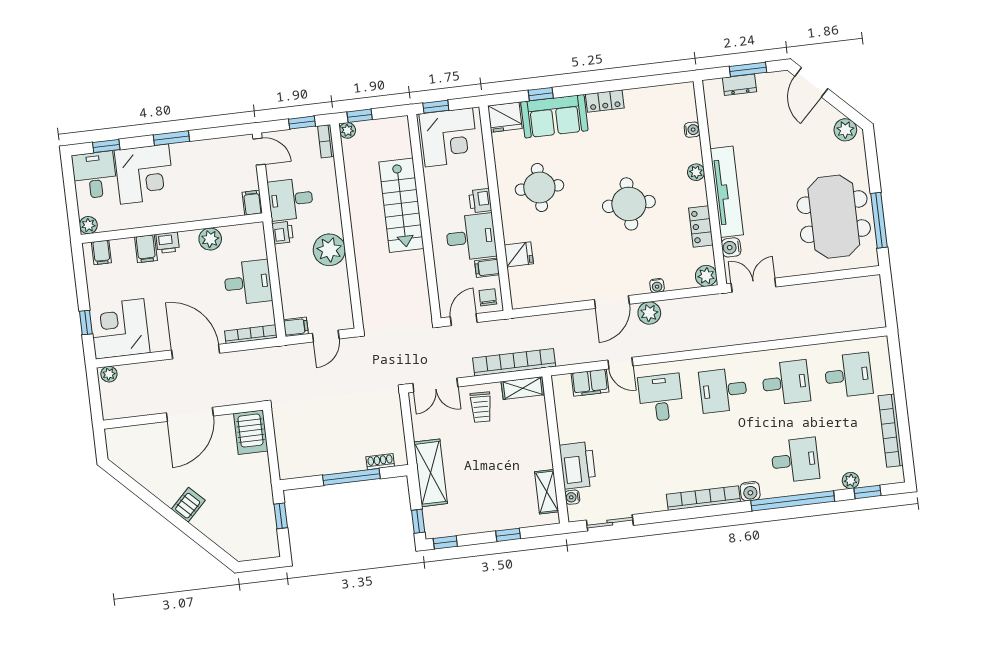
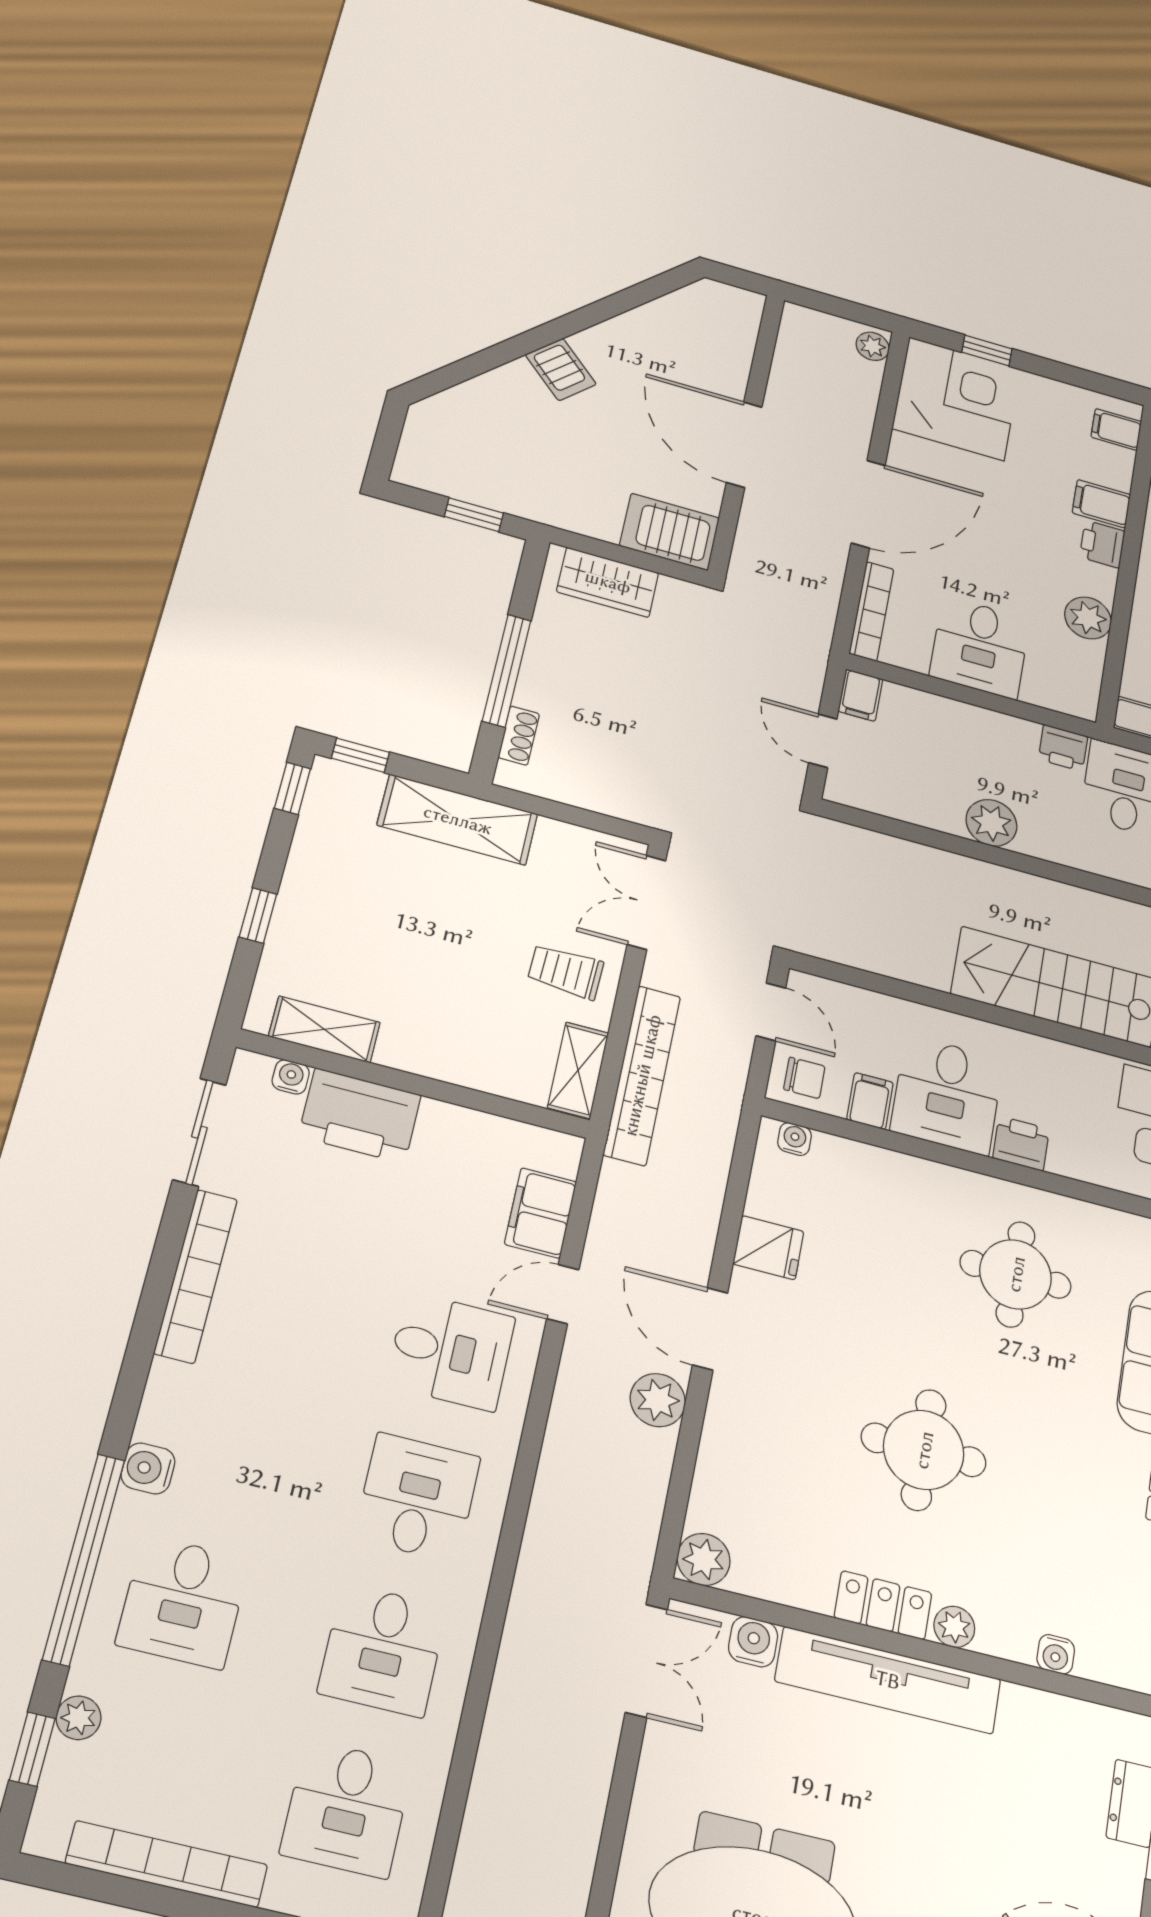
locker: (701, 226) -> (883, 1605), moved
plant: (329, 250) -> (991, 823), width x0.73, depth x0.73
fridge: (519, 254) -> (768, 1248), moved, turned -90
water cooler: (657, 286) -> (795, 1139), moved, turned 90
wardrobe: (289, 450) -> (608, 582), added
bookcase: (703, 498) -> (196, 1276), moved

